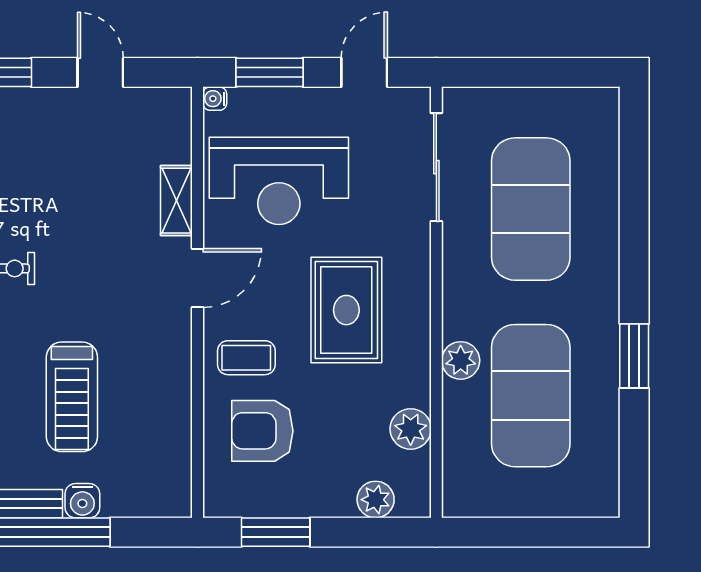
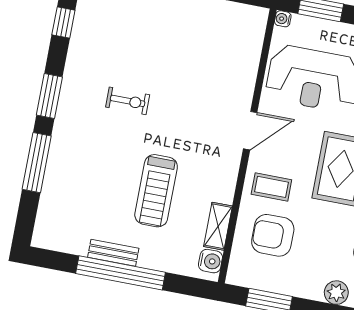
shelving: (176, 201) -> (218, 226), moved
water cooler: (82, 501) -> (210, 261), moved, turned -90

